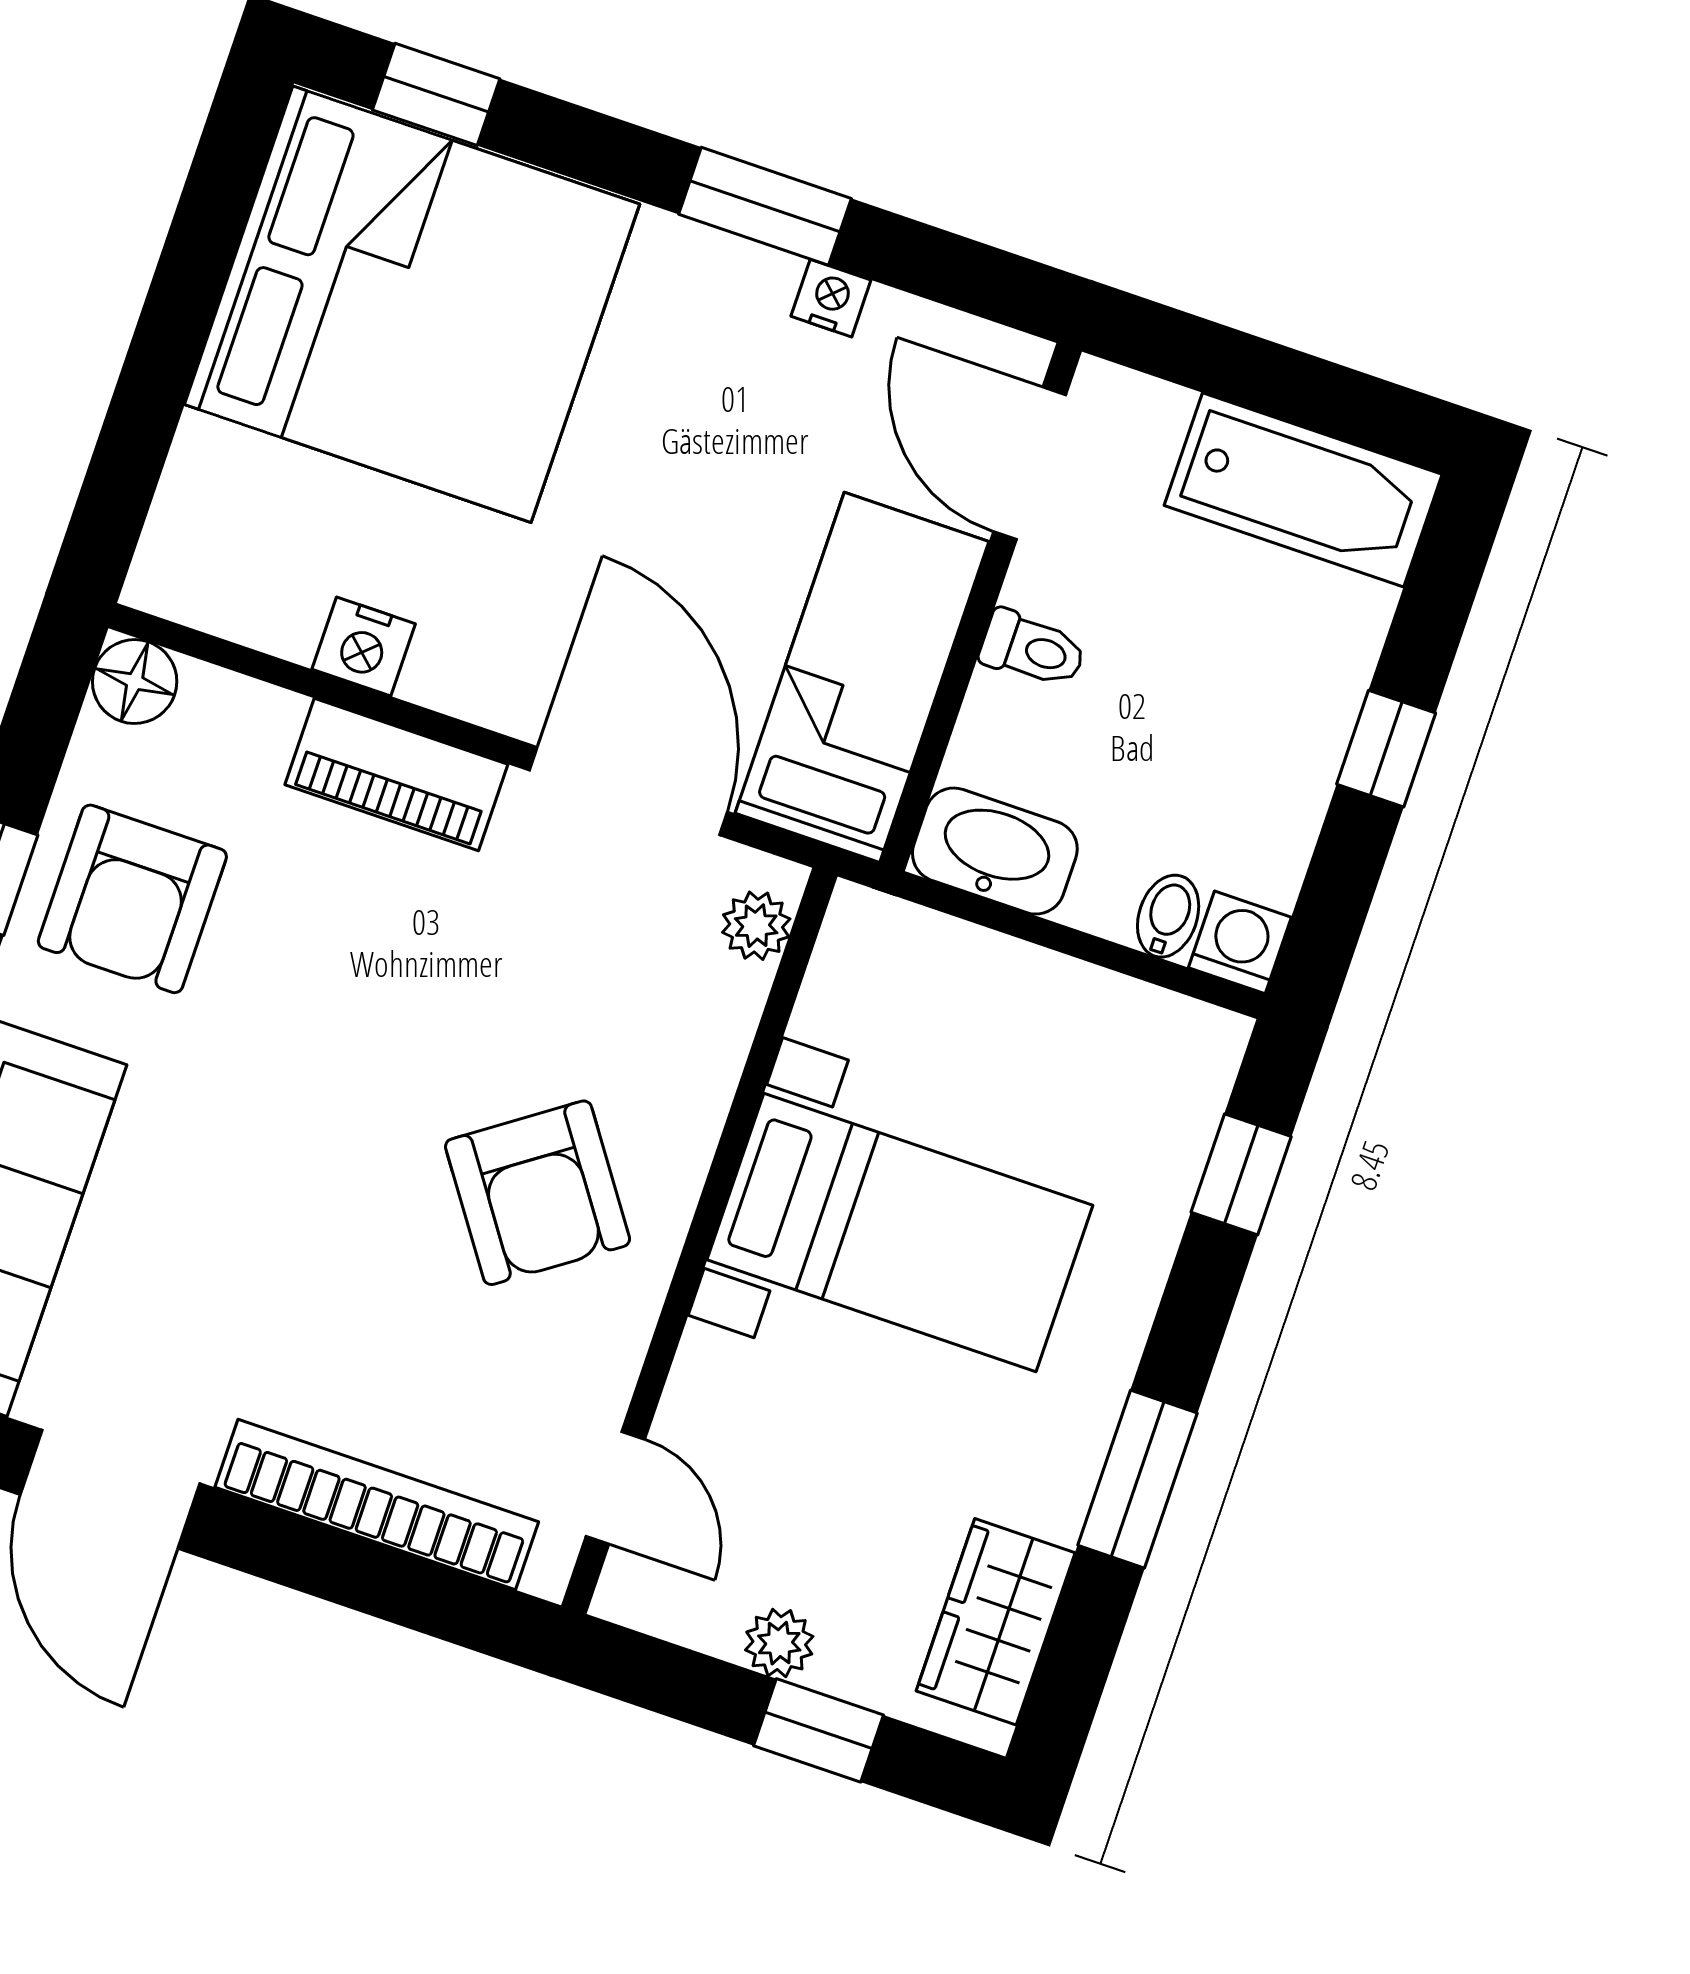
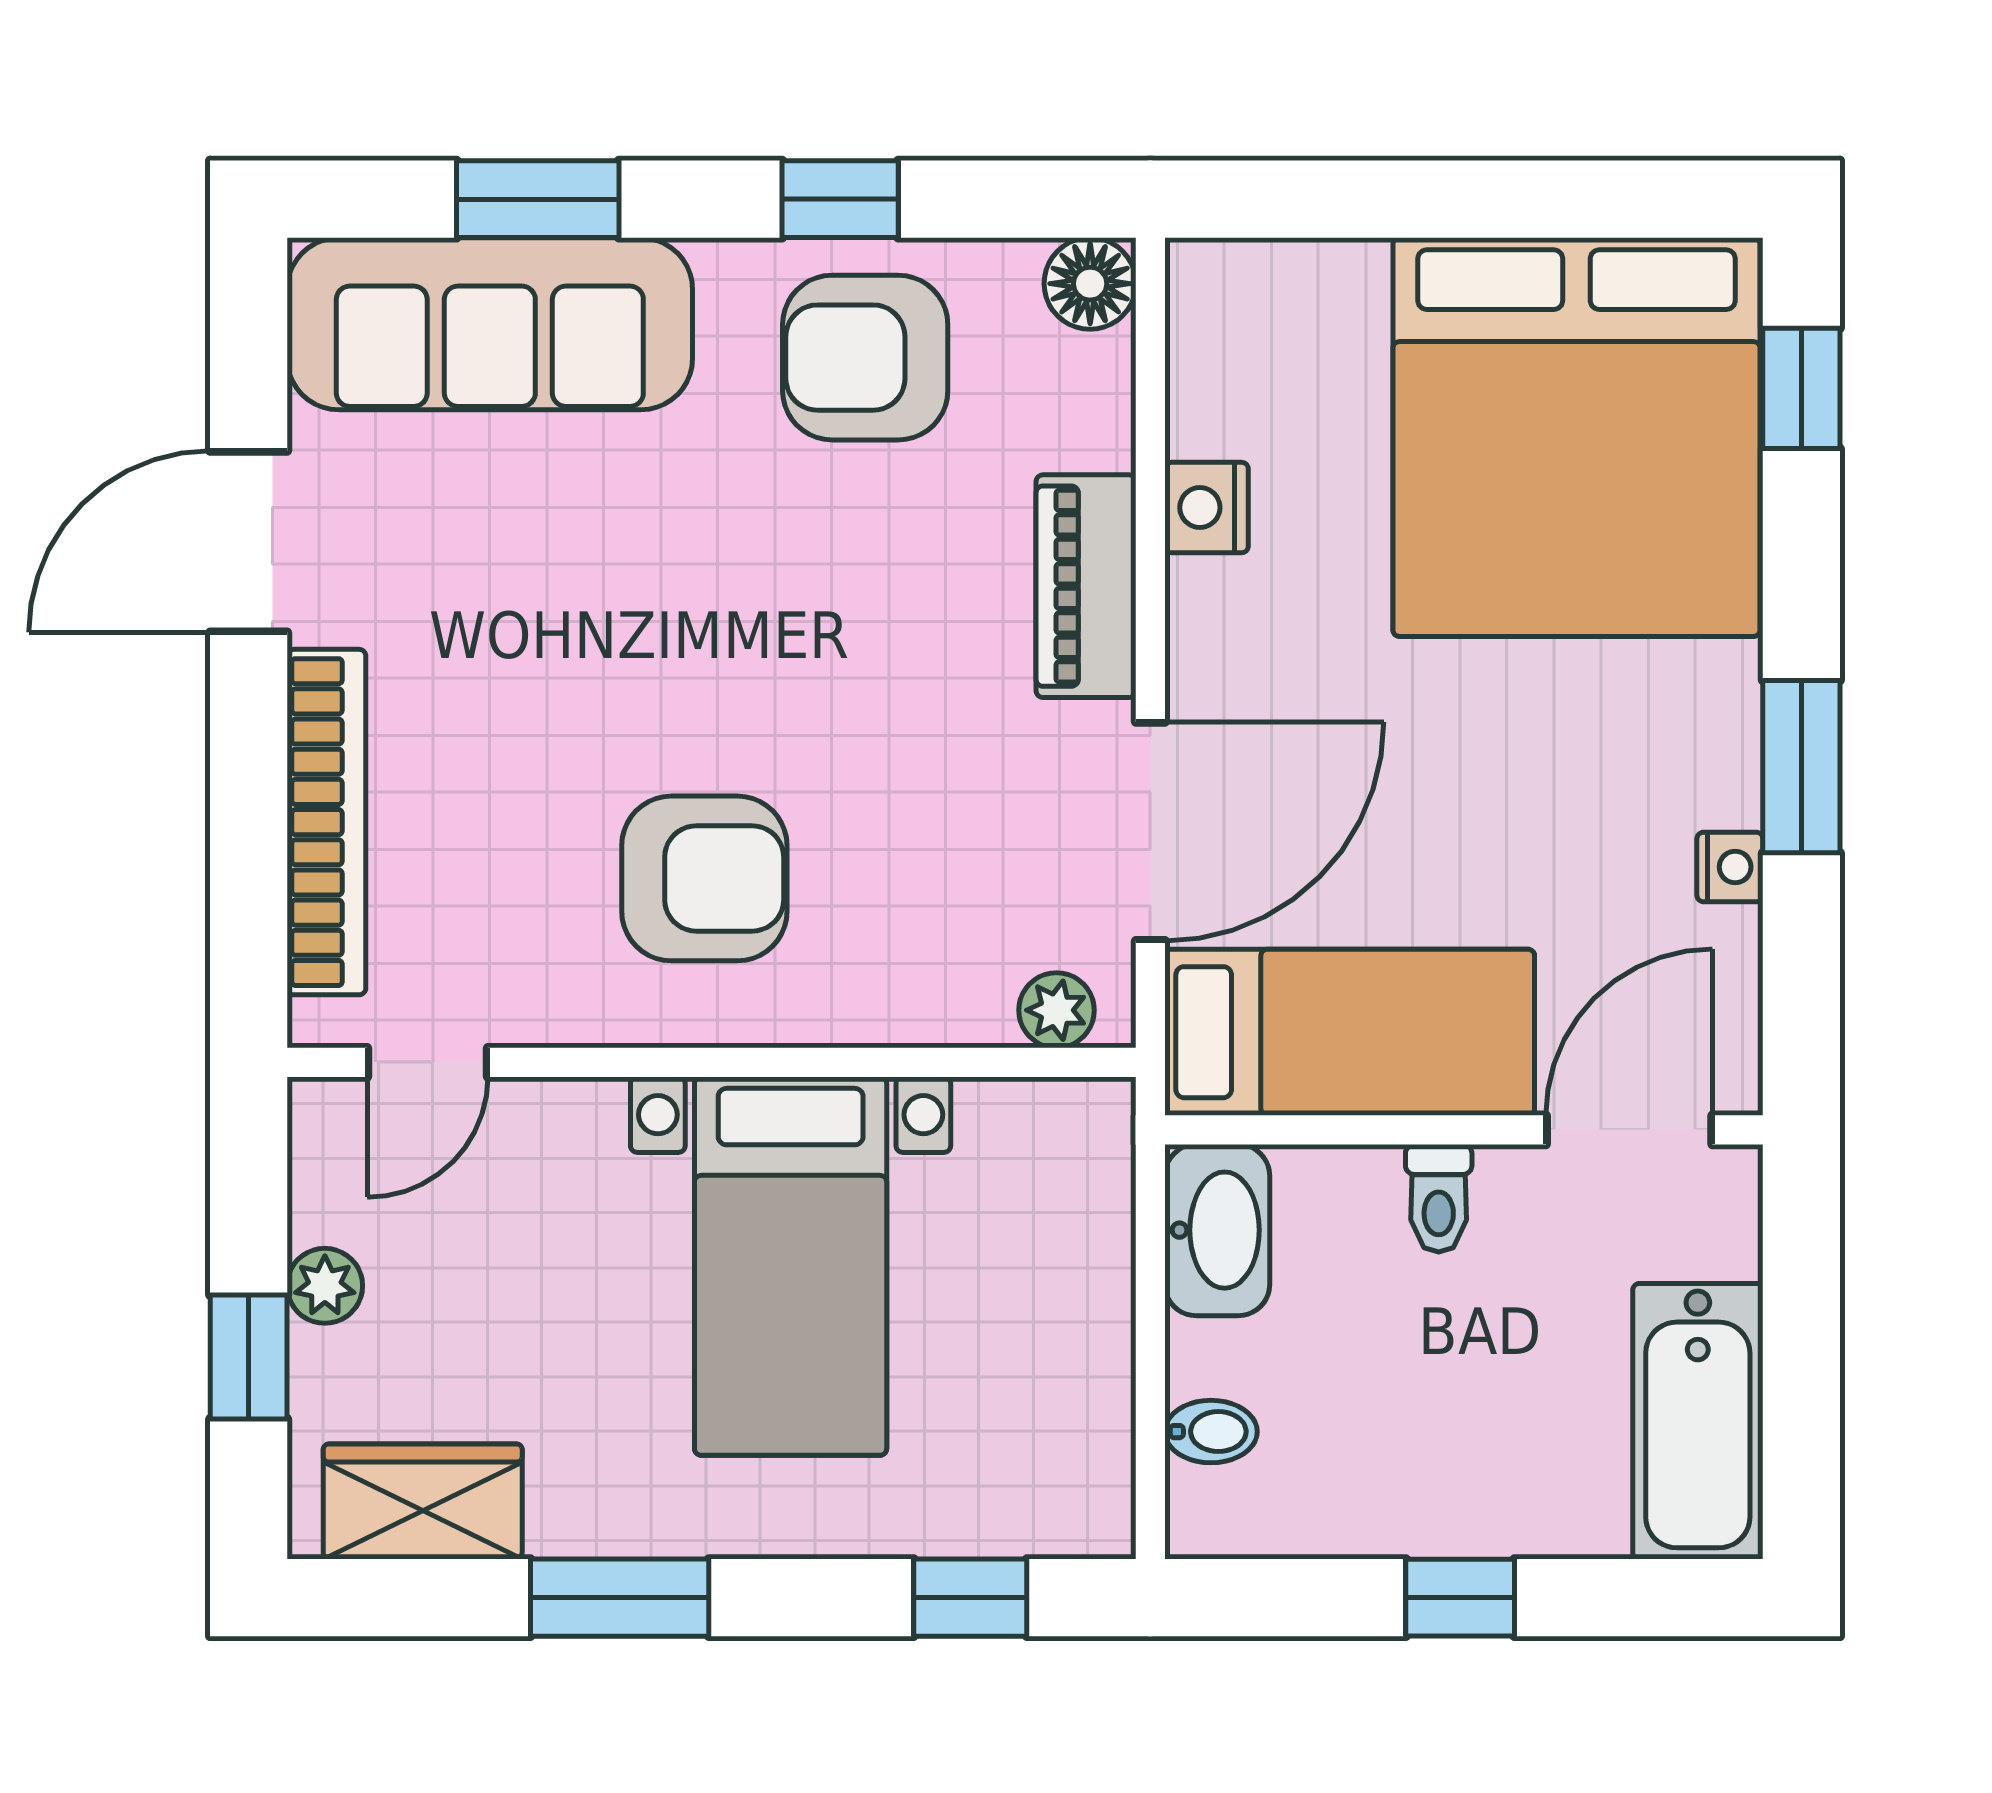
washing machine: (1240, 942) -> (1209, 1515), removed
armchair: (538, 1193) -> (704, 878), turned -145

